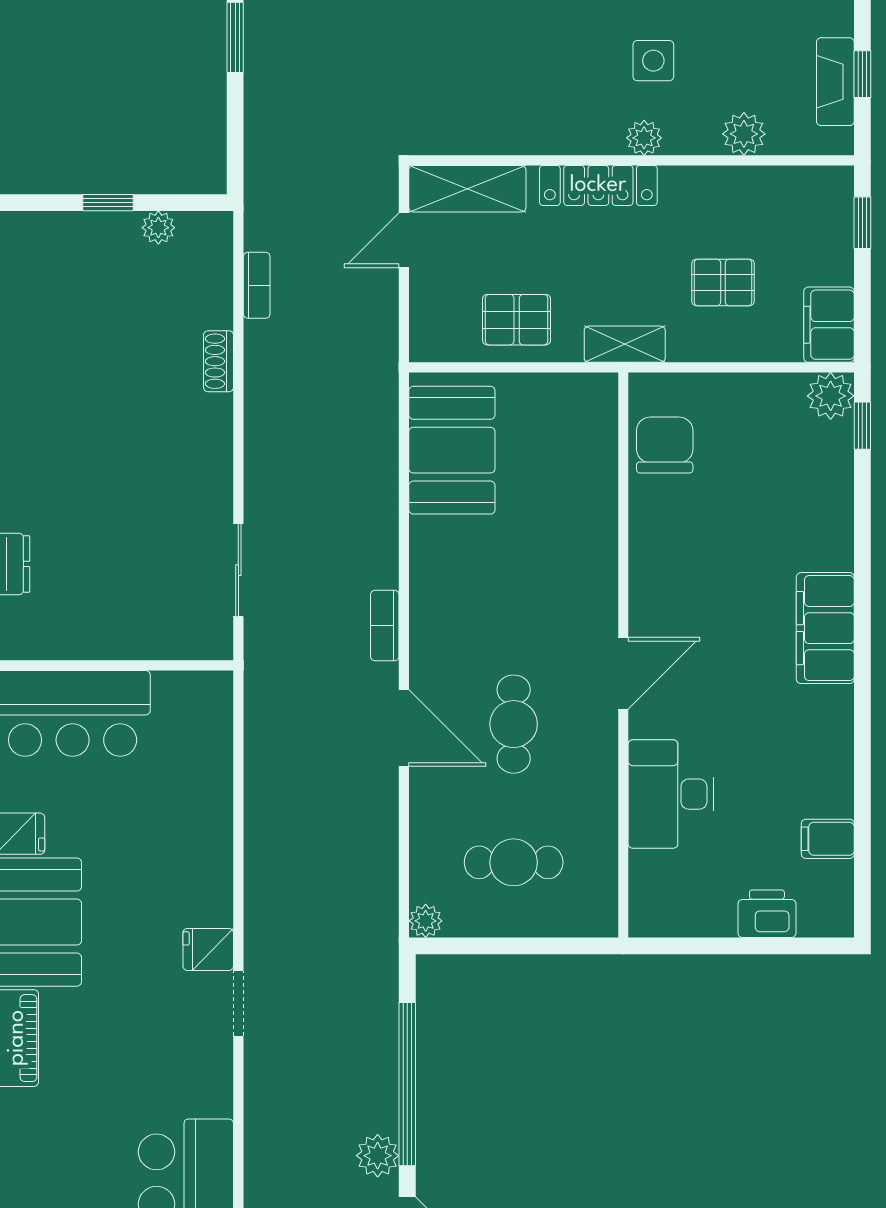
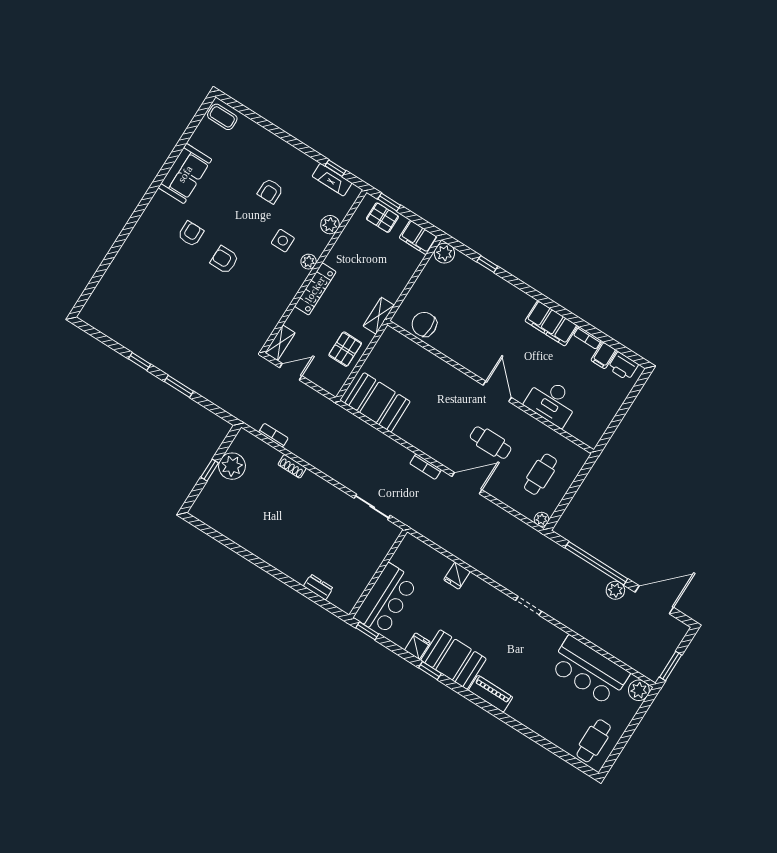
shelving: (467, 189) -> (280, 343), width x0.67, depth x0.75
plant: (158, 228) -> (232, 466), width x1.88, depth x1.88
door: (404, 240) -> (291, 372), swing flipped
pallet: (723, 282) -> (382, 218), moved, turned 90
window: (862, 426) -> (487, 264), moved
filing cabinet: (825, 628) -> (551, 323), moved
bookcase: (842, 785) -> (587, 338), added
printer: (767, 914) -> (623, 366), moved, turned -90
fridge: (208, 949) -> (457, 576), moved

